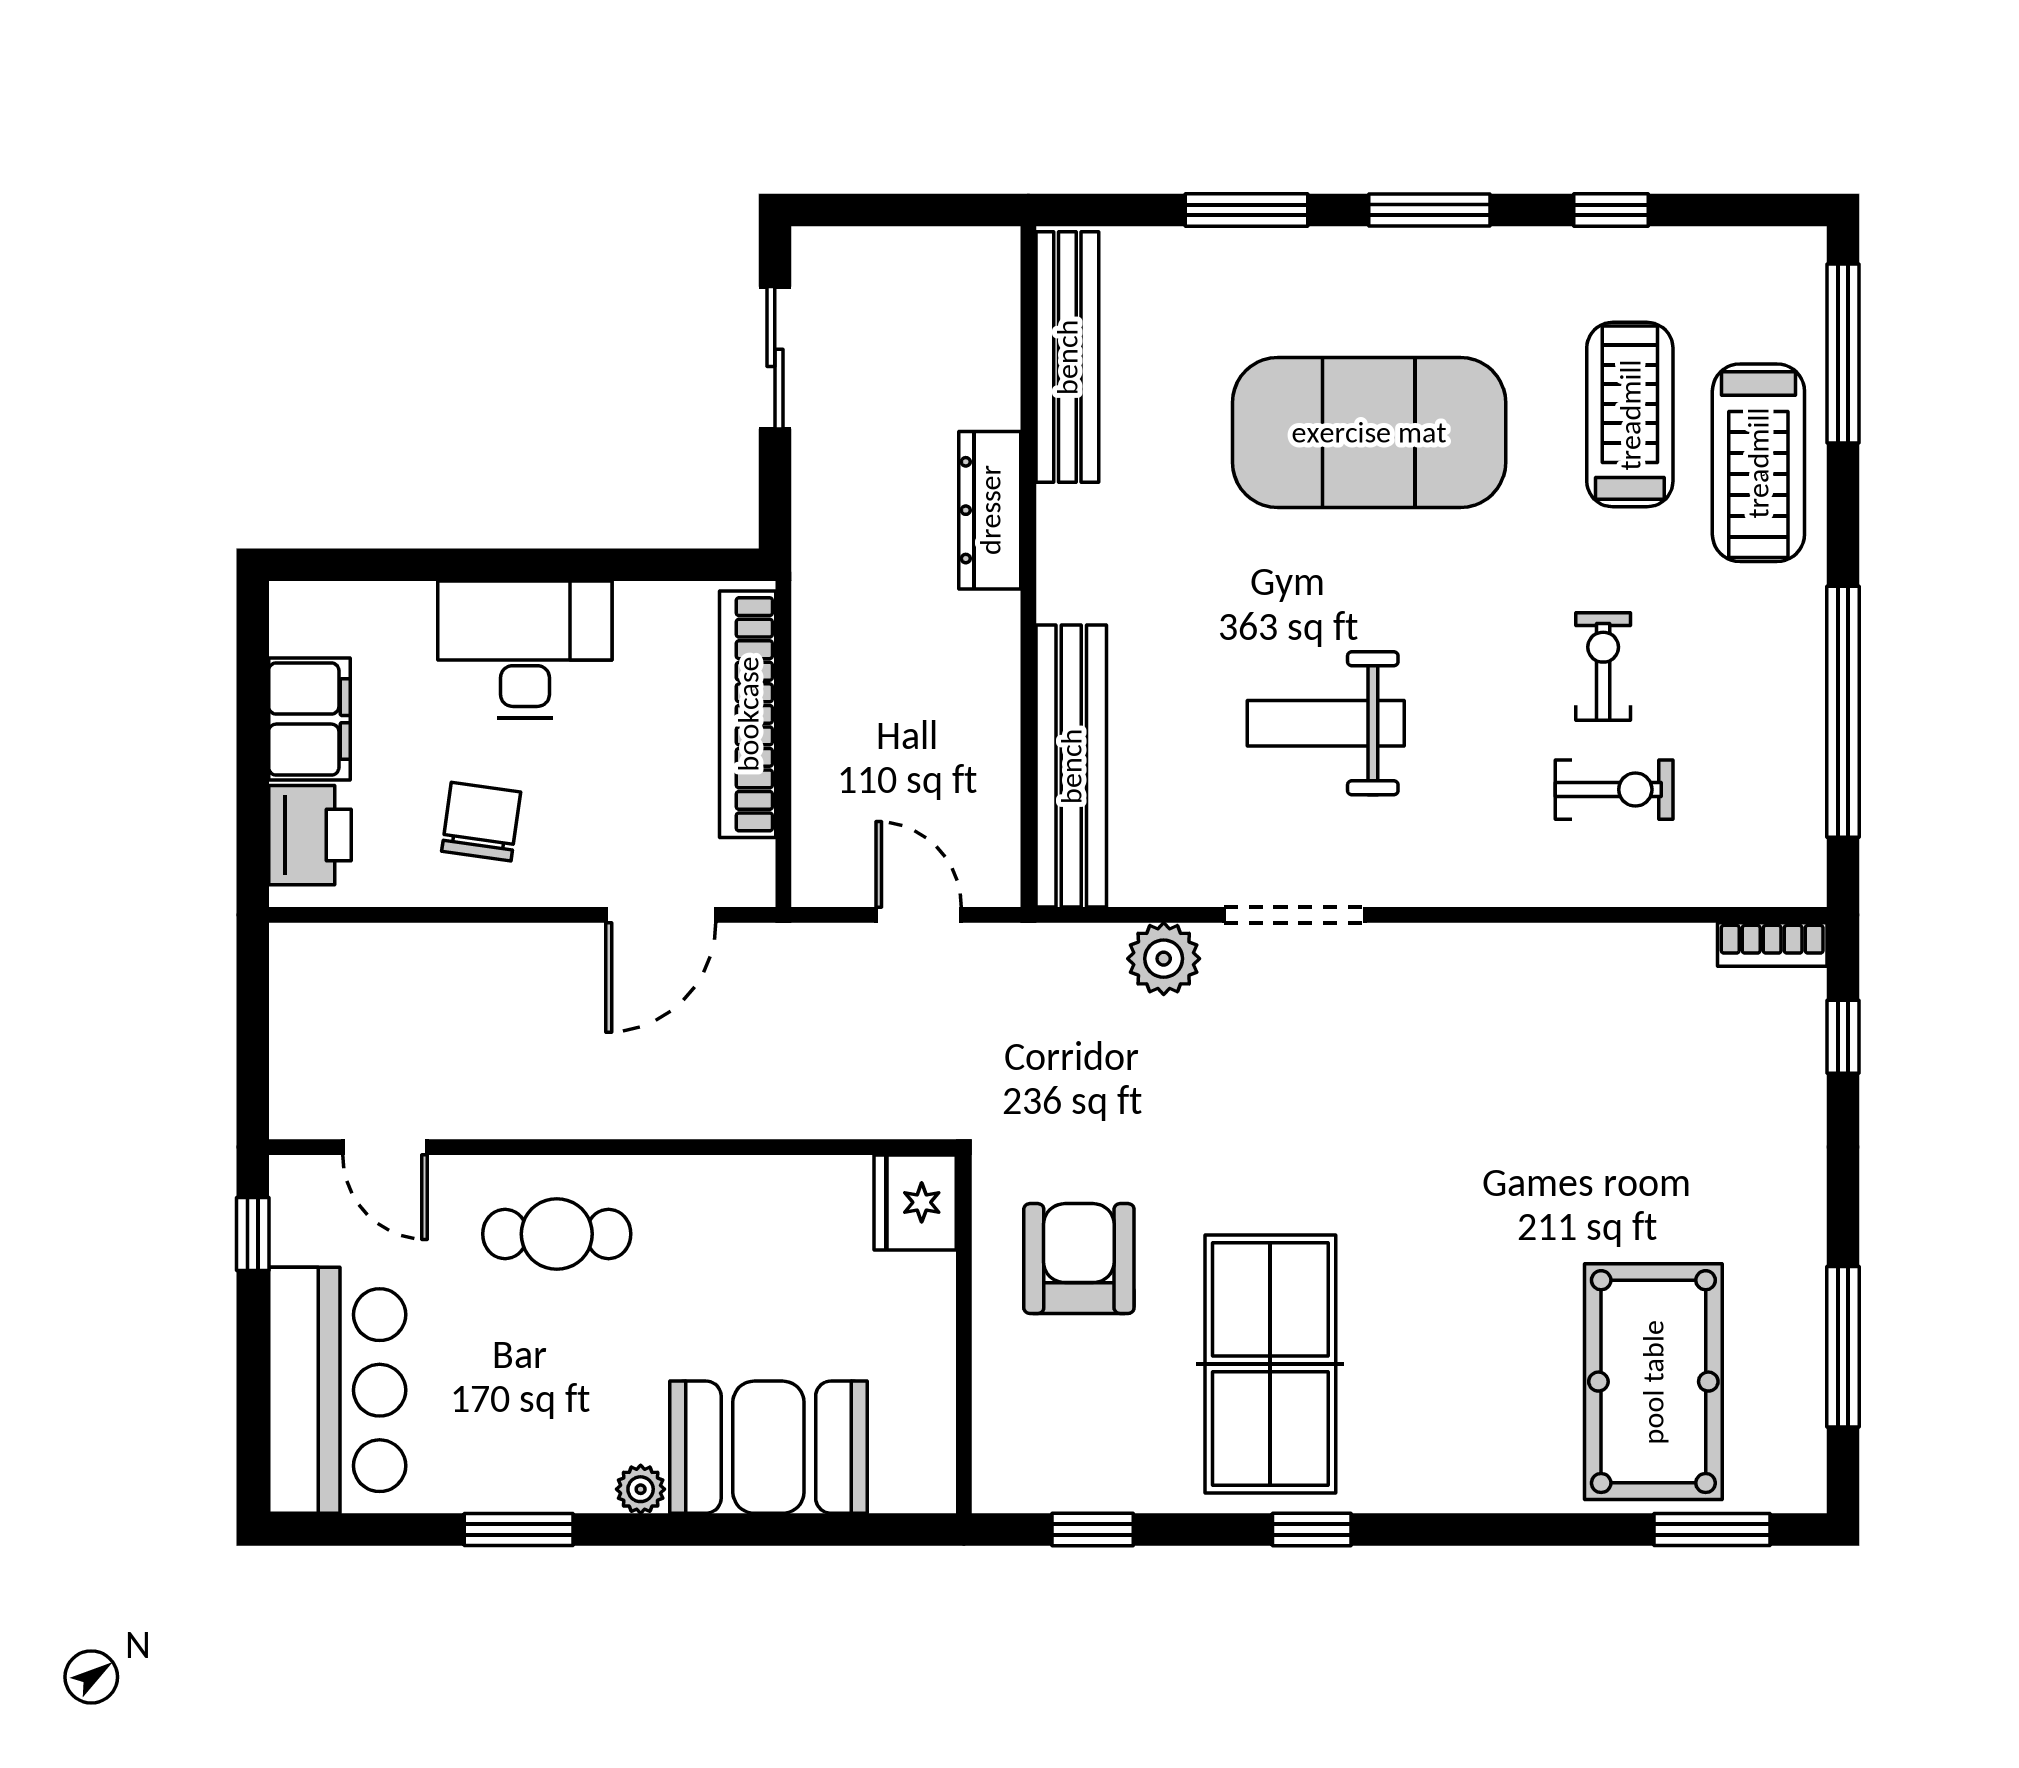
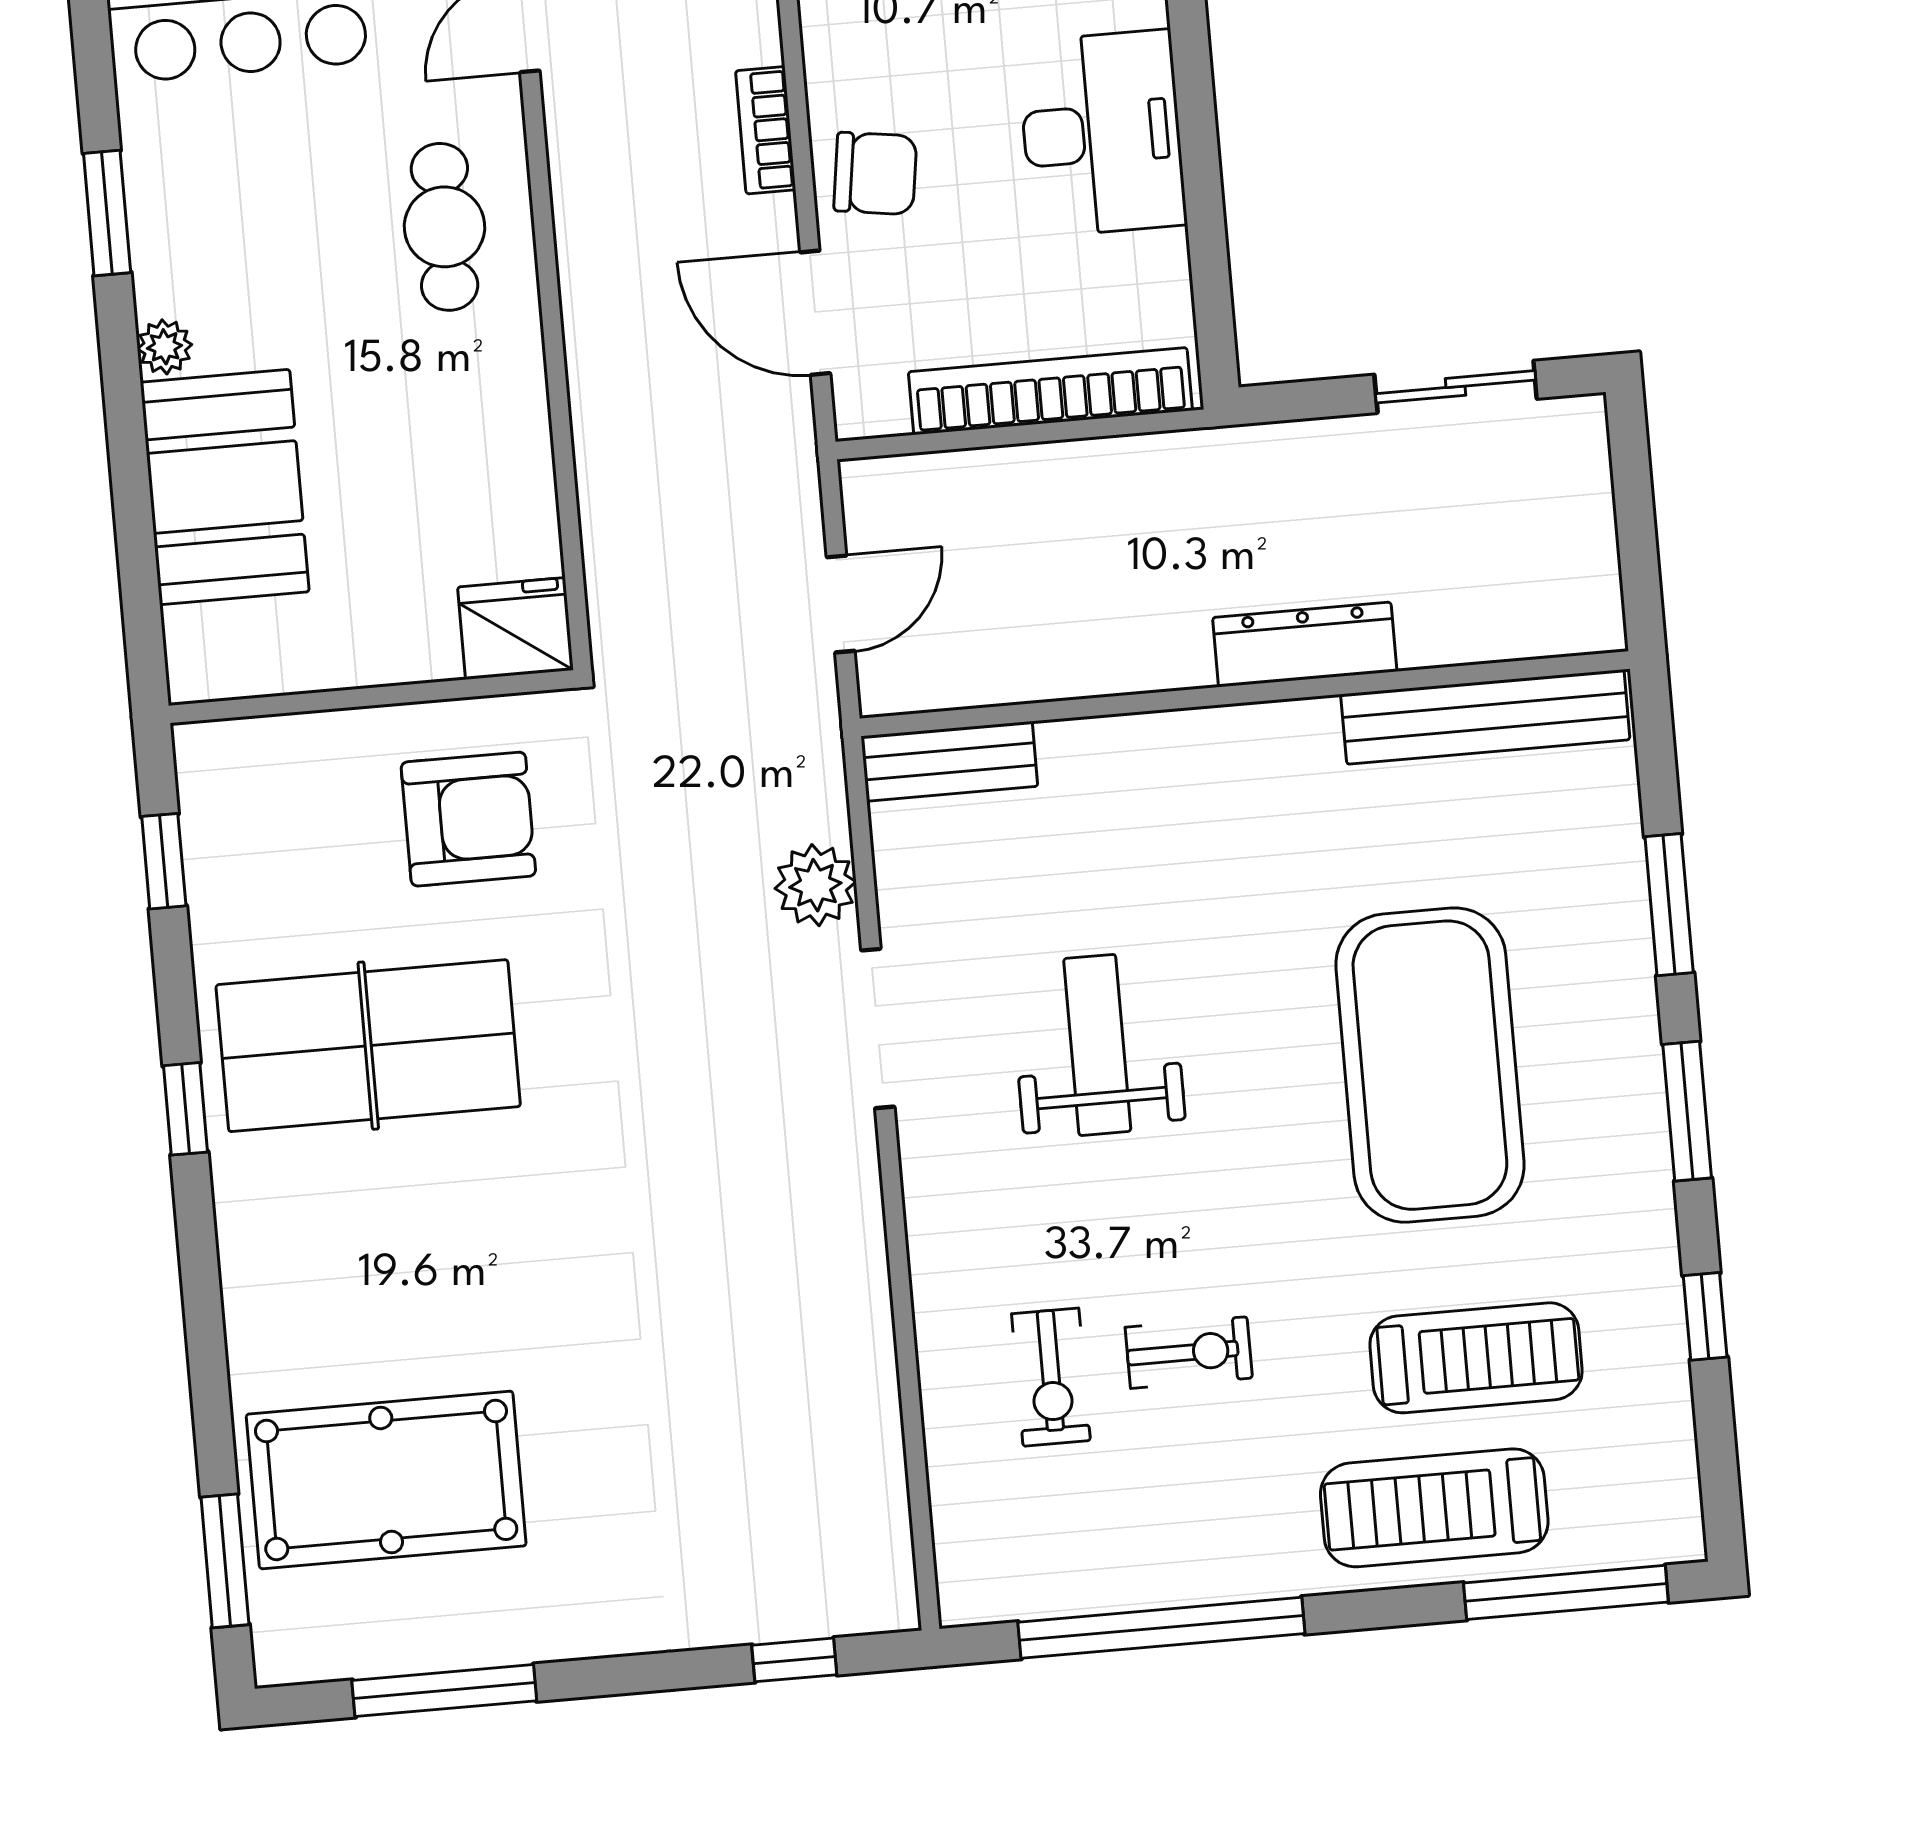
bench: (1071, 766) -> (949, 761), width x0.54, depth x0.82
chair: (481, 822) -> (875, 173), moved
bookcase: (1772, 944) -> (766, 130), moved

